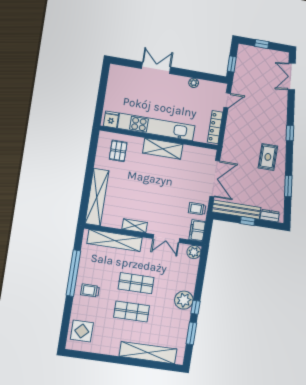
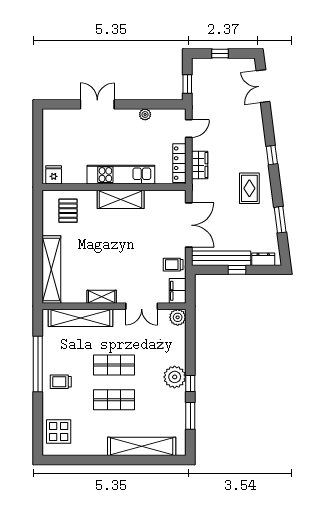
kitchen unit: (156, 127) -> (121, 175), width x0.73
wardrobe: (231, 131) -> (200, 165), added

